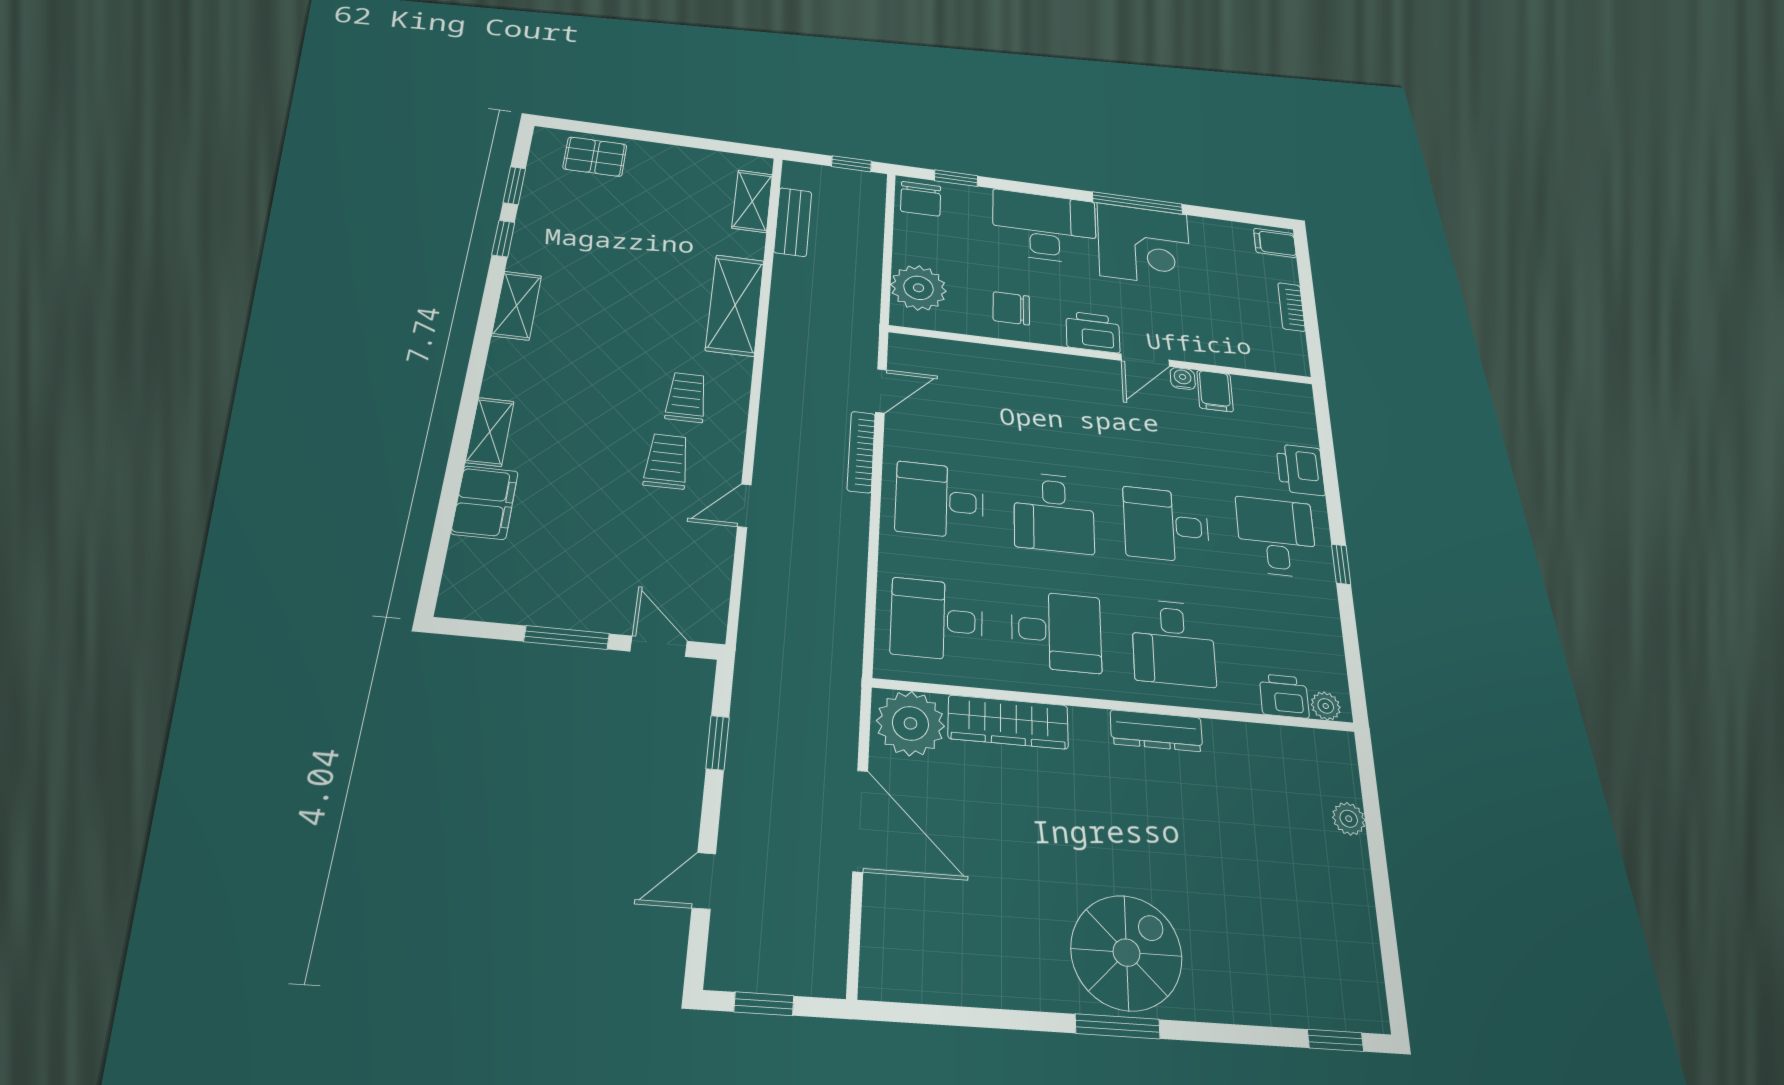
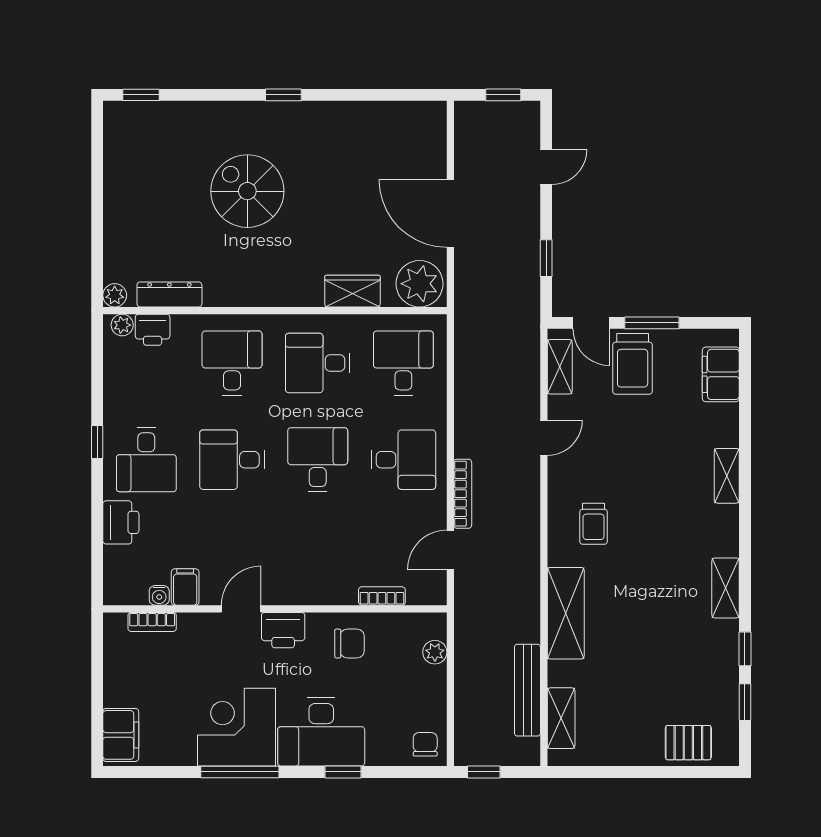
window: (956, 178) -> (343, 772), moved
chair: (921, 199) -> (425, 744), width x0.73, depth x0.73
bench: (793, 222) -> (527, 690), width x1.36
filing cabinet: (1275, 243) -> (121, 735), width x2.00
plant: (919, 288) -> (435, 652), width x0.53, depth x0.53
bookcase: (1291, 307) -> (152, 622), moved, turned 90
bookcase: (970, 352) -> (382, 596), added
water cooler: (1183, 379) -> (159, 595), moved
trolley: (667, 461) -> (633, 364), moved, width x1.36, depth x1.39
filing cabinet: (485, 502) -> (721, 374), moved
desk: (1166, 525) -> (232, 460), turned 180
shelving: (712, 592) -> (560, 367), added
desk: (937, 619) -> (403, 363), turned -90
wardrobe: (1008, 722) -> (352, 291), width x0.67
dresser: (1156, 731) -> (169, 294), moved
plant: (1349, 819) -> (115, 295), moved
spiral stairs: (1127, 953) -> (247, 191), moved, turned 90
window: (1118, 1026) -> (283, 95), width x0.67

